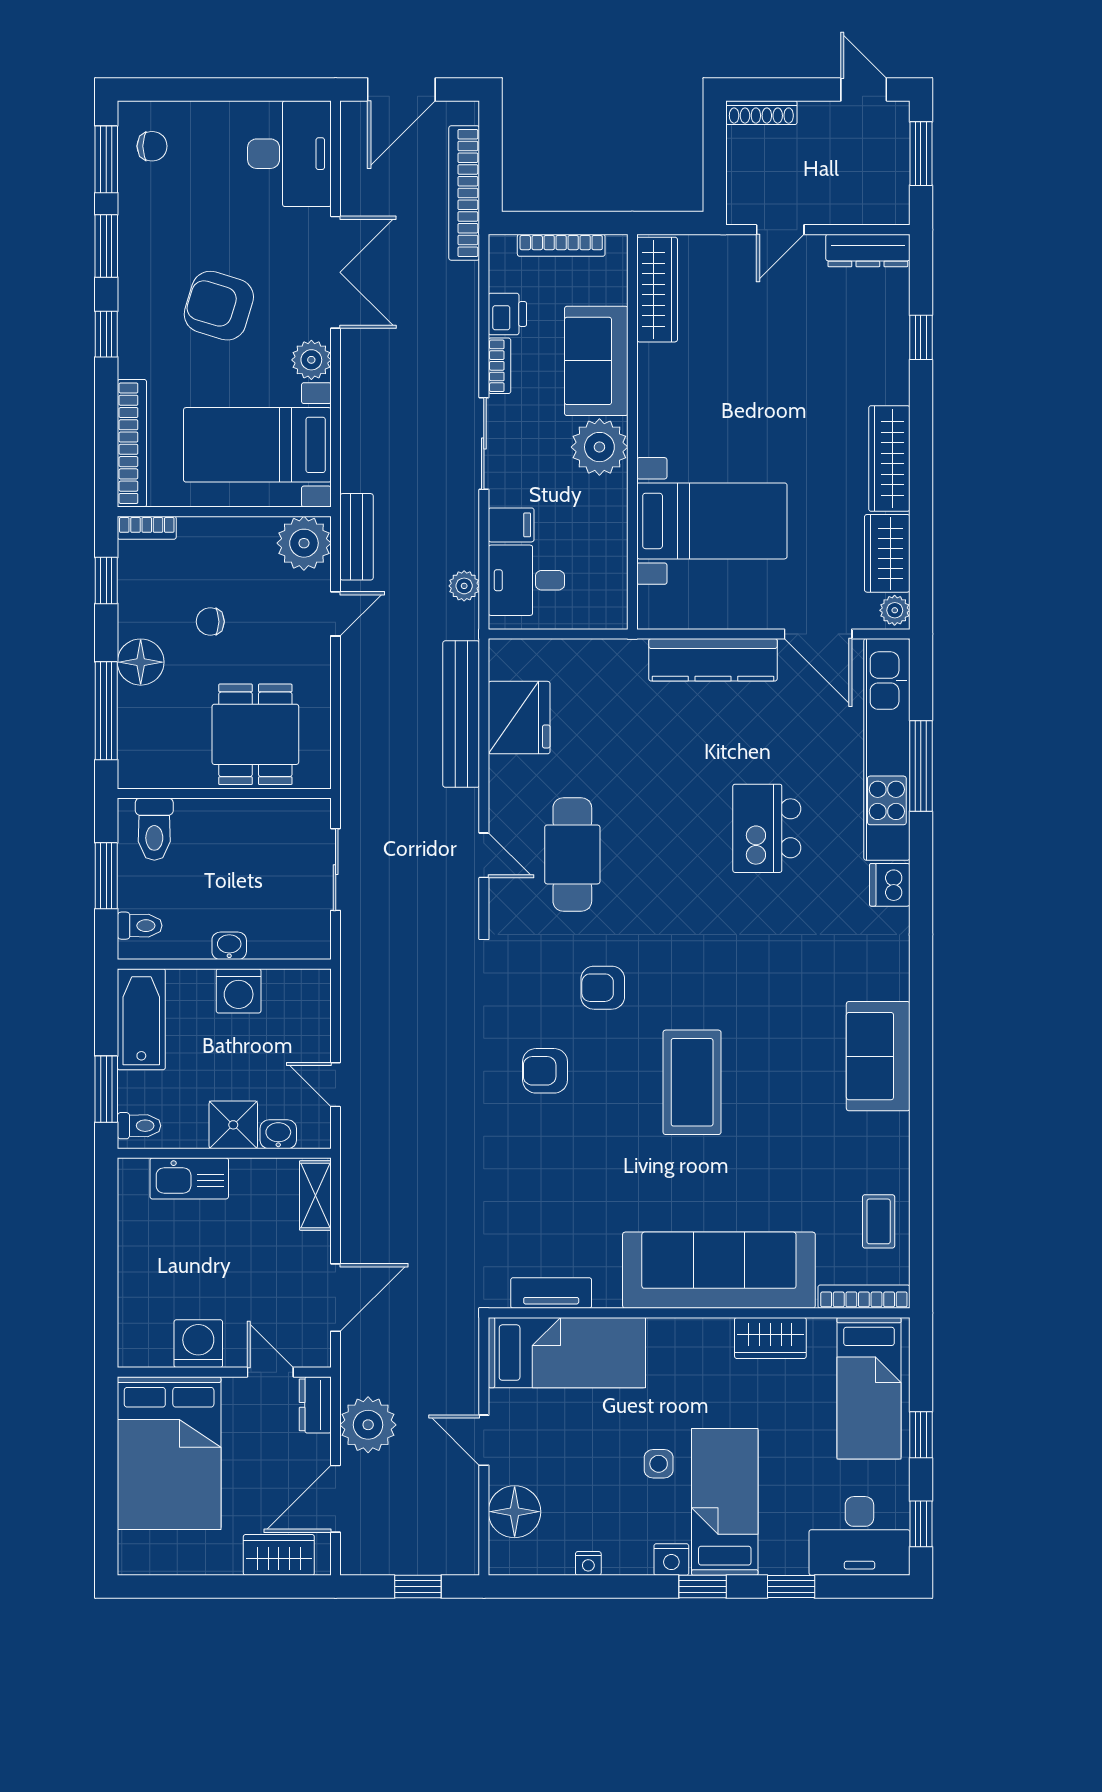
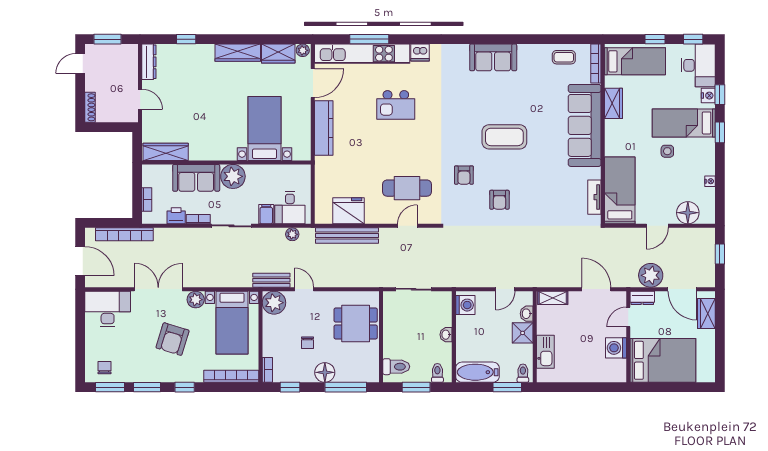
bookcase: (561, 245) -> (147, 200), width x0.64
washing machine: (239, 991) -> (465, 305), moved
nightstand: (671, 1559) -> (708, 96), moved

